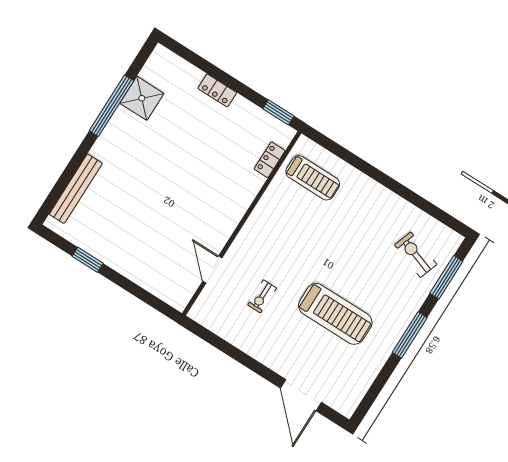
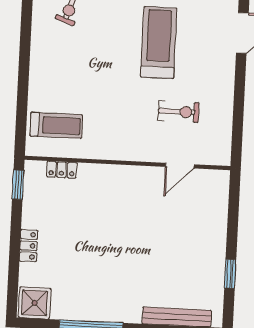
shower: (142, 98) -> (35, 303), moved
treadmill: (313, 178) -> (56, 125), turned 90
exercise bike: (262, 296) -> (179, 112), width x1.38, depth x1.39

